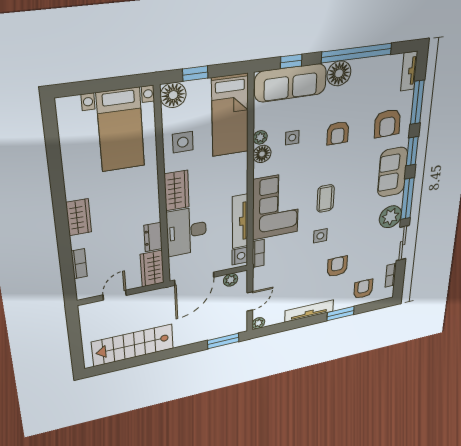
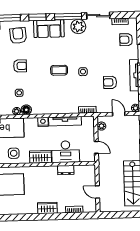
armchair: (387, 123) -> (18, 36), turned -93
corner sofa: (276, 206) -> (59, 100), removed
nightstand: (240, 256) -> (43, 122), moved
armchair: (337, 267) -> (110, 82), moved
wardrobe: (152, 269) -> (85, 171), removed
door: (194, 279) -> (96, 147), width x0.53

